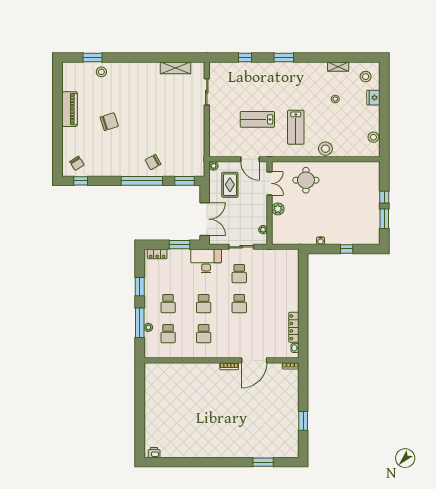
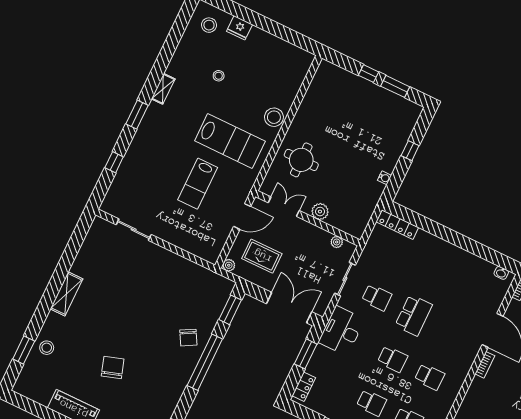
shelving: (338, 67) -> (163, 89), moved
shelving: (176, 68) -> (66, 294), moved
lab bench: (296, 127) -> (230, 141), width x1.36, depth x1.39
stool: (373, 137) -> (288, 51), removed
school desk: (239, 304) -> (414, 315), width x1.85
locker: (294, 327) -> (397, 225), moved

